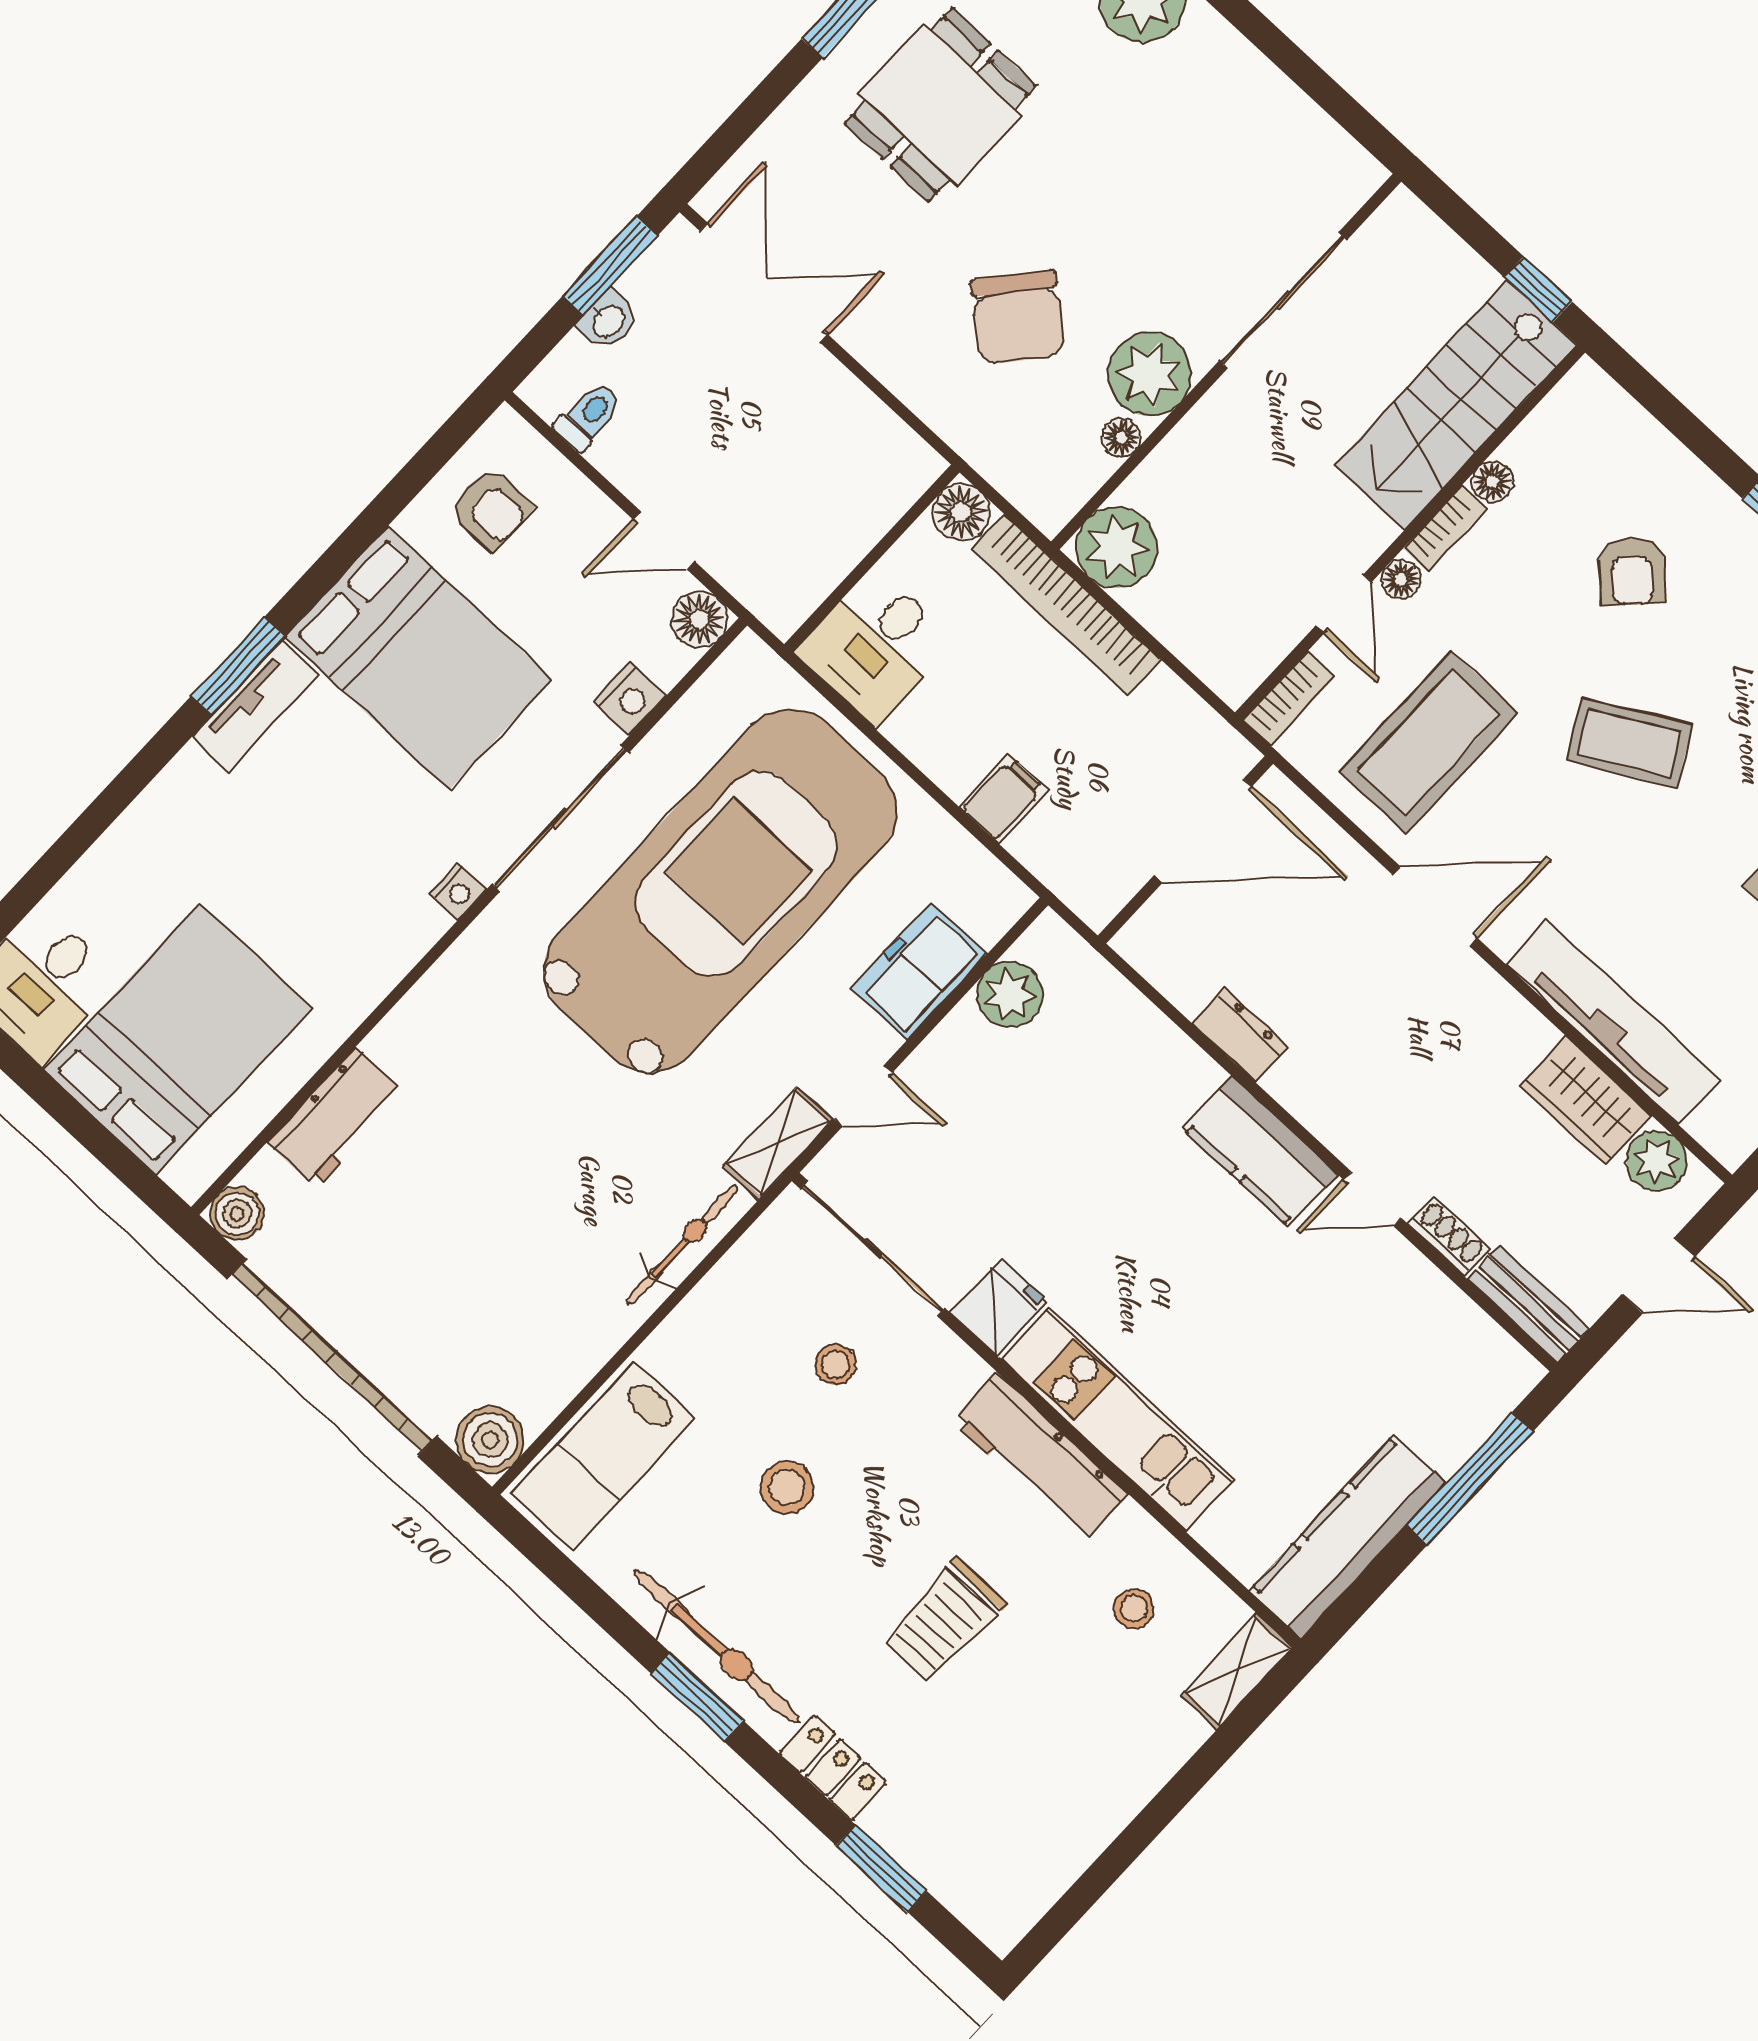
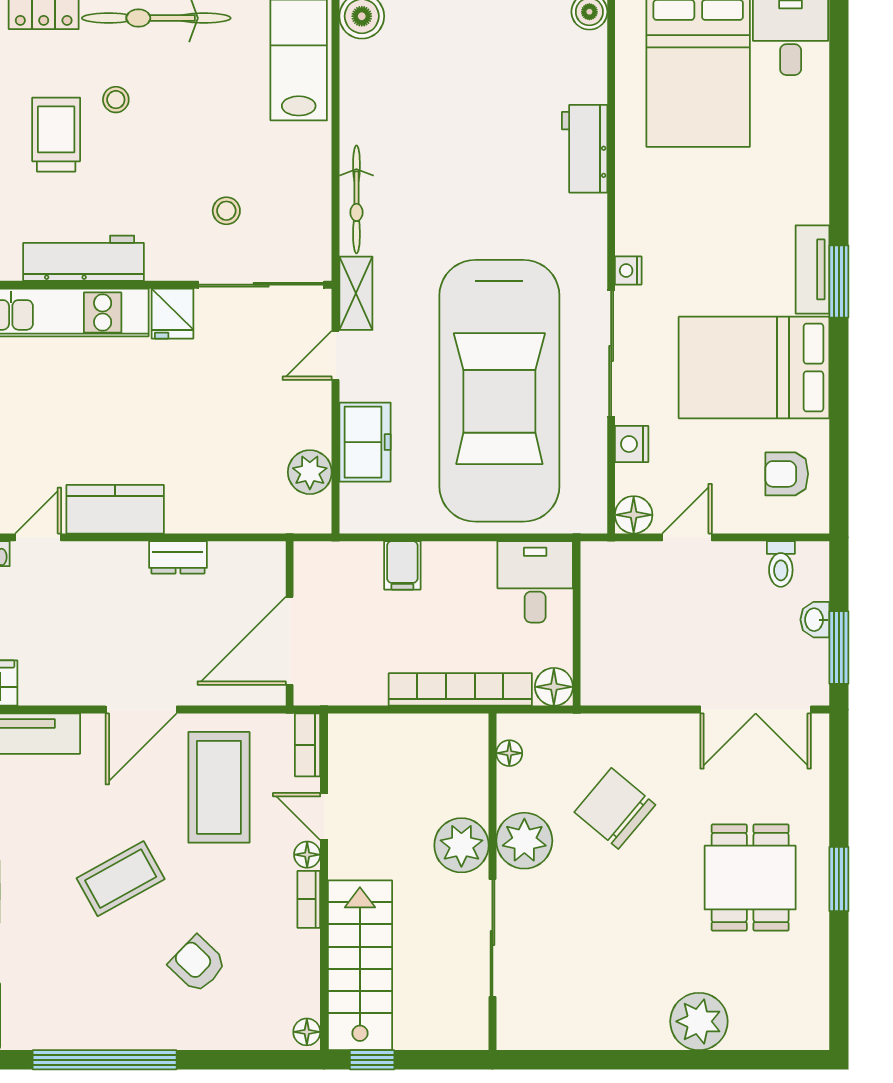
floor lamp: (1121, 438) -> (509, 753), moved
floor lamp: (1492, 482) -> (307, 1032), moved
plant: (1117, 547) -> (461, 845), moved
workbench: (336, 1118) -> (585, 149), moved
stool: (787, 1487) -> (116, 100), moved, width x0.73, depth x0.73

